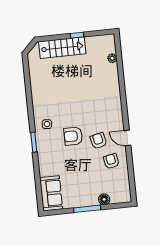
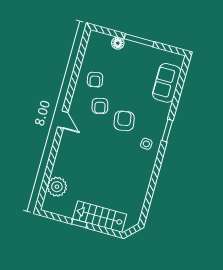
plant: (112, 58) -> (57, 187), width x1.87, depth x1.87
armchair: (73, 136) -> (124, 121), turned -100
door: (127, 138) -> (63, 120), moved
sofa: (51, 193) -> (167, 83), moved

